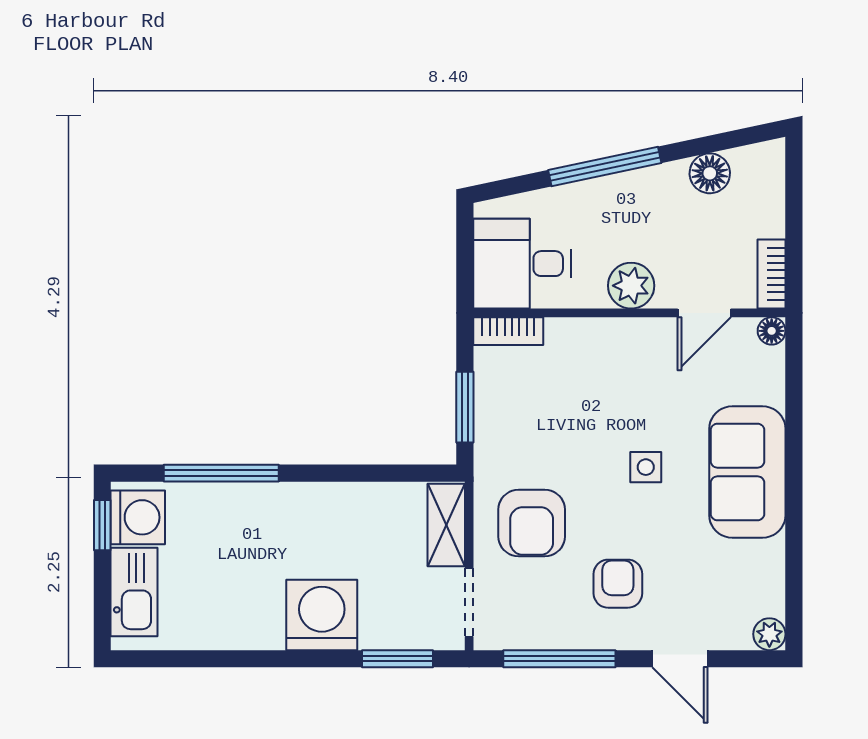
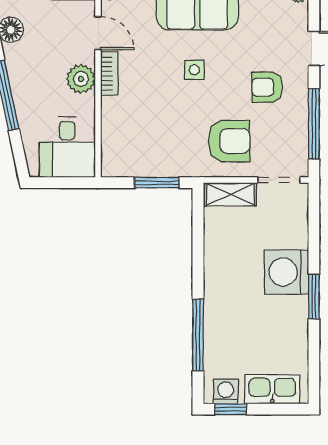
bookcase: (508, 331) -> (109, 74), moved
washing machine: (138, 517) -> (226, 392), width x0.73, depth x0.73
window: (398, 659) -> (314, 297), moved

